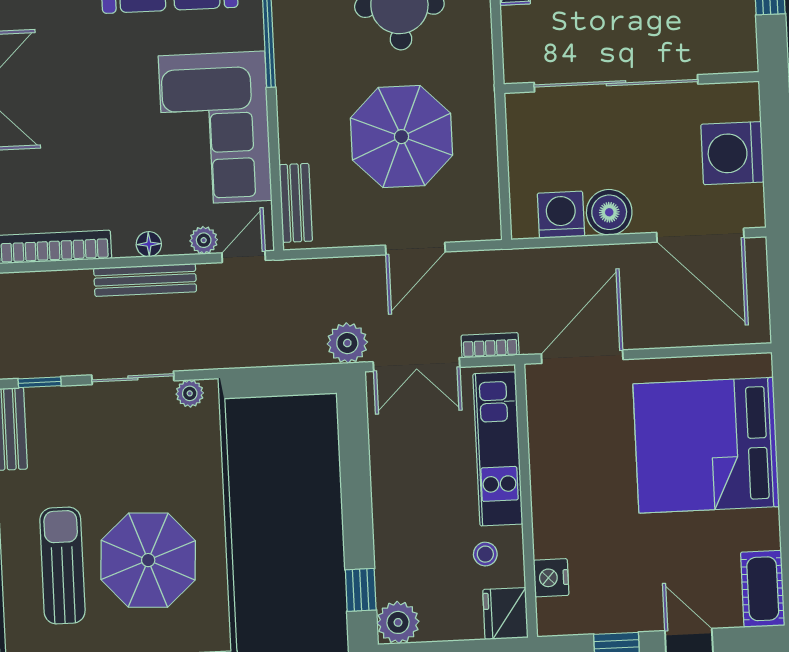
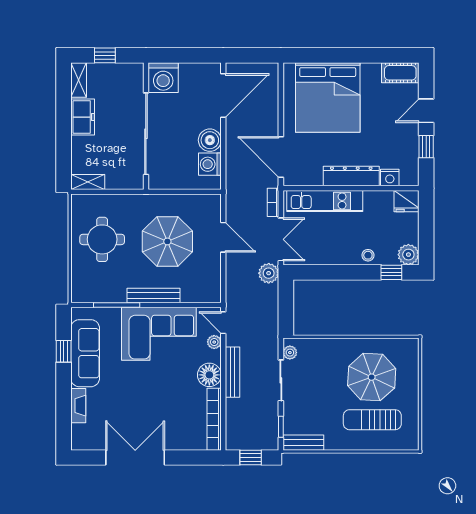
washing machine: (732, 153) -> (163, 78), moved
bench: (296, 203) -> (153, 295), moved, width x1.36
floor lamp: (149, 244) -> (209, 375), width x1.89, depth x1.89
dresser: (551, 500) -> (351, 176), added
stool: (485, 554) -> (368, 255), moved

